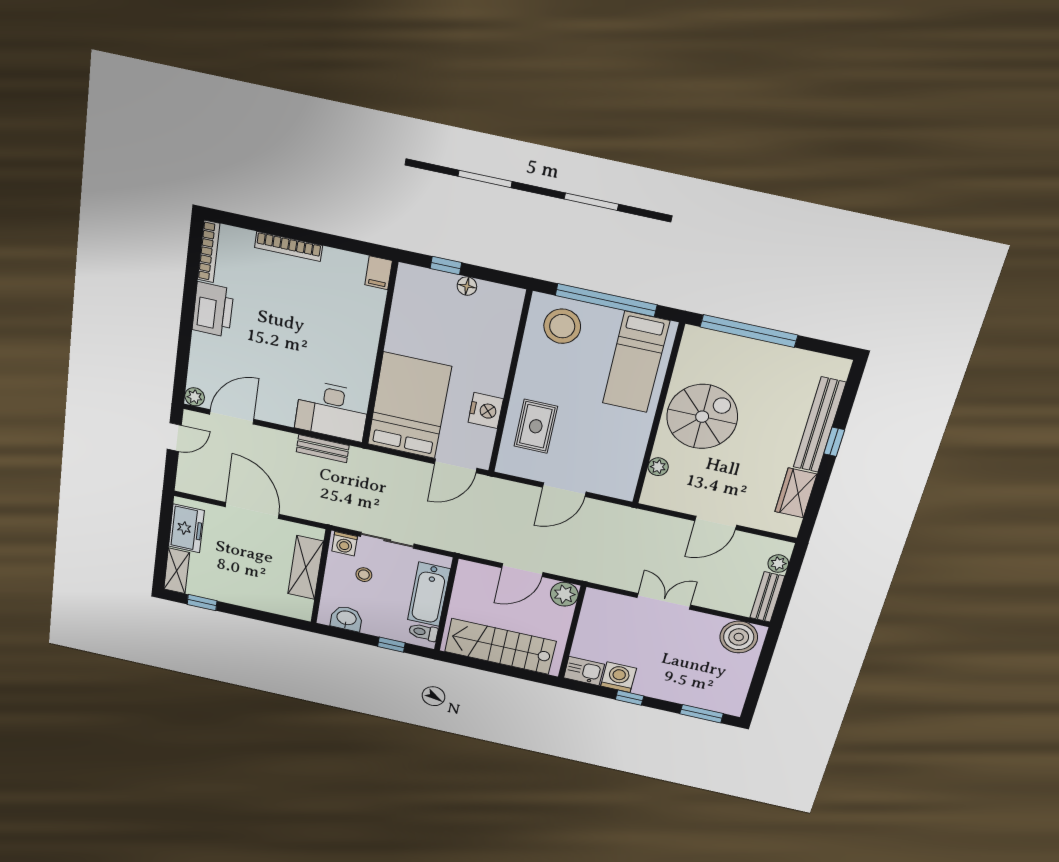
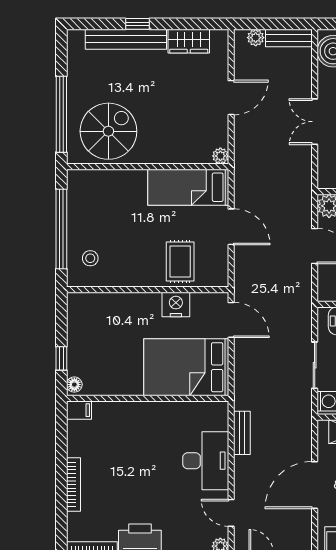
floor lamp: (467, 286) -> (74, 385), moved
stool: (562, 326) -> (90, 258), width x0.53, depth x0.53
bed: (636, 362) -> (188, 187), moved, turned 180
desk: (332, 411) -> (206, 461), moved
door: (232, 417) -> (231, 513), width x0.73
spiral stairs: (702, 417) -> (108, 131), moved, turned 90
rug: (536, 426) -> (180, 262), turned 90
plant: (658, 467) -> (220, 156), moved
door: (716, 523) -> (231, 98), hinge flipped

